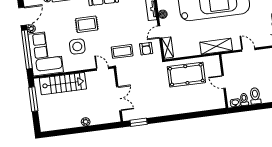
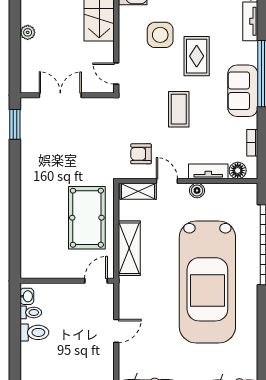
shelving: (216, 46) -> (129, 248), moved
coffee table: (122, 51) -> (179, 109), moved
door: (102, 69) -> (116, 73), swing flipped
door: (224, 82) -> (96, 281), moved
double door: (119, 99) -> (60, 95), swing flipped

